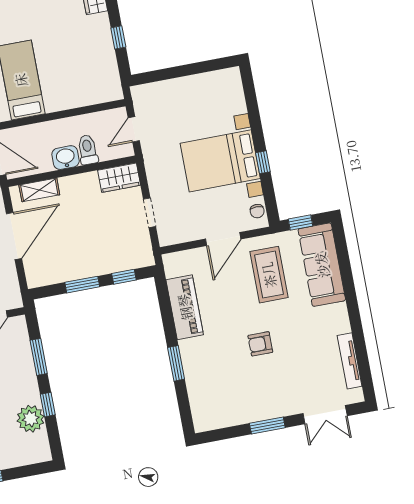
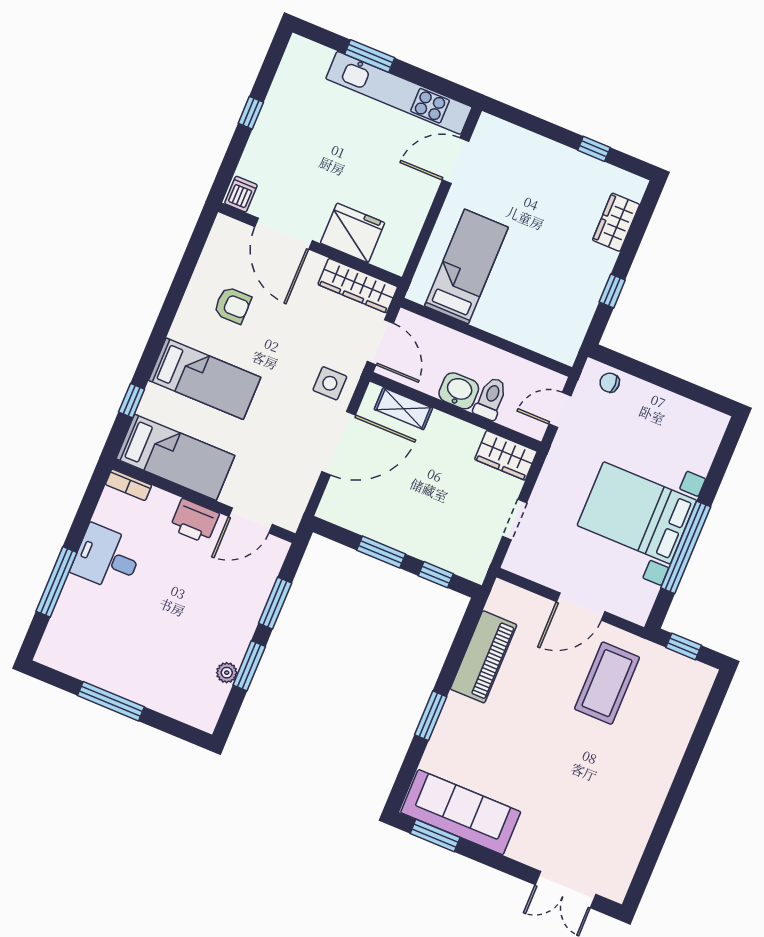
window: (263, 162) -> (686, 547), width x3.17
chair: (257, 211) -> (610, 383), moved, turned 90
sofa: (322, 265) -> (461, 812), moved, turned 90
armchair: (260, 344) -> (544, 757), removed
tv unit: (350, 361) -> (635, 846), removed
window: (48, 405) -> (249, 666), width x1.50
plant: (31, 419) -> (227, 673), width x0.53, depth x0.53
window: (267, 426) -> (435, 835), moved

